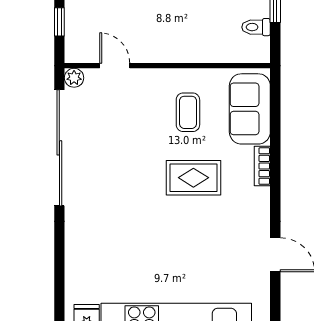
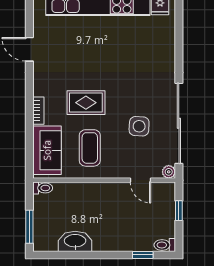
toilet: (256, 27) -> (43, 188), moved
coffee table: (188, 112) -> (90, 148), width x1.36, depth x1.30
side table: (117, 144) -> (139, 126), added

